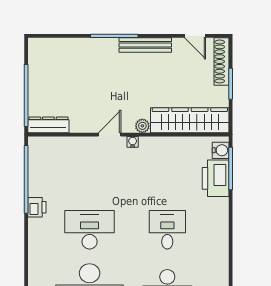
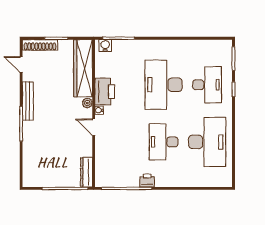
door: (195, 36) -> (21, 64), swing flipped
printer: (216, 178) -> (105, 92), moved, turned -90
desk: (167, 230) -> (164, 85), width x1.87, depth x1.30

